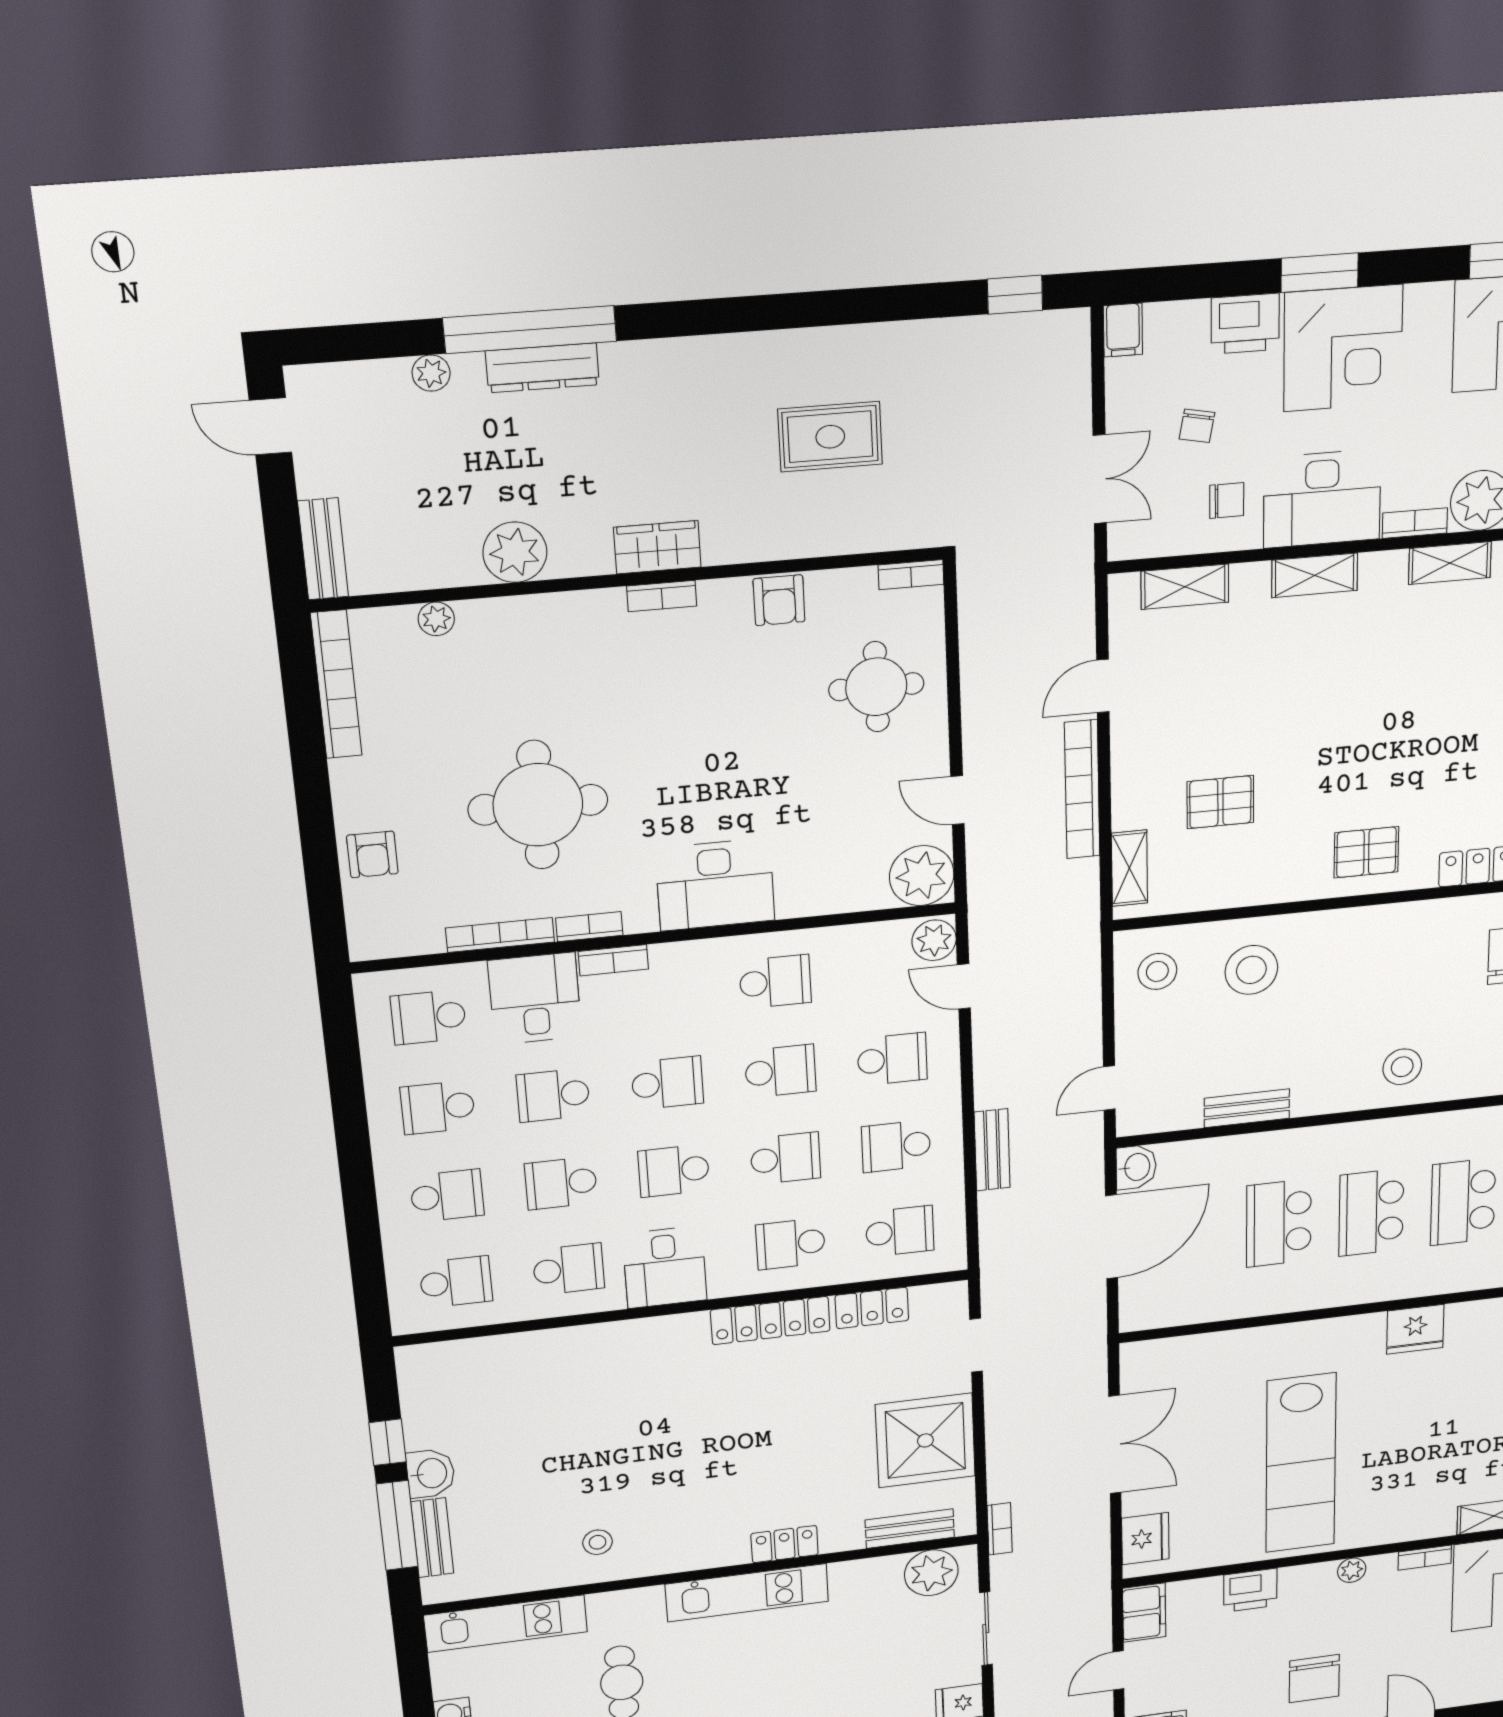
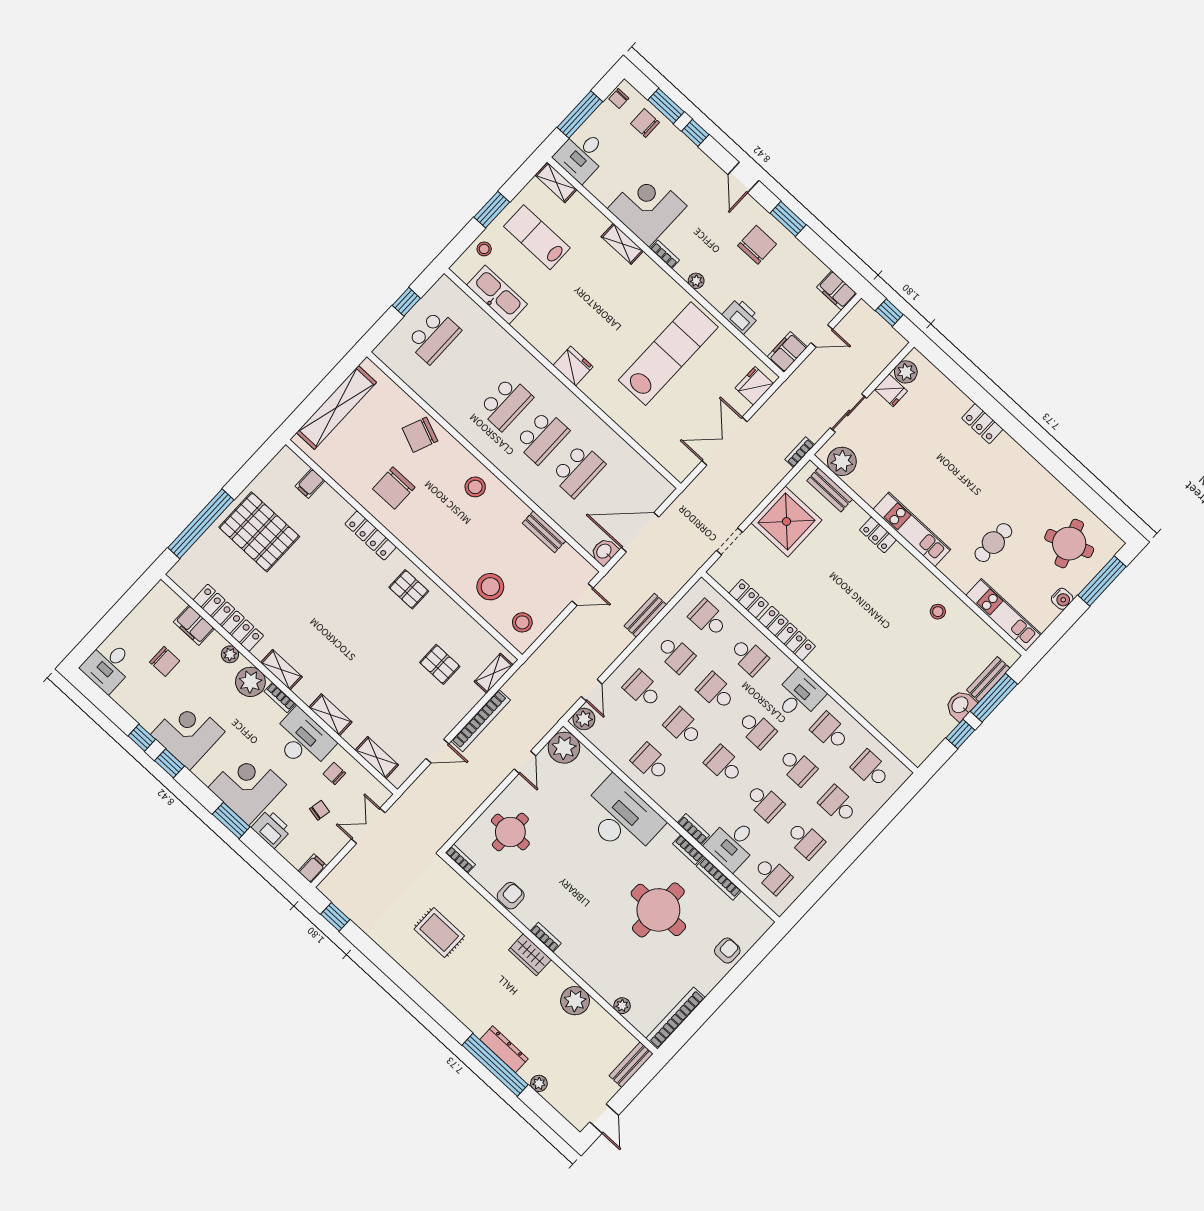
desk: (715, 885) -> (621, 817), width x1.36, depth x1.30

